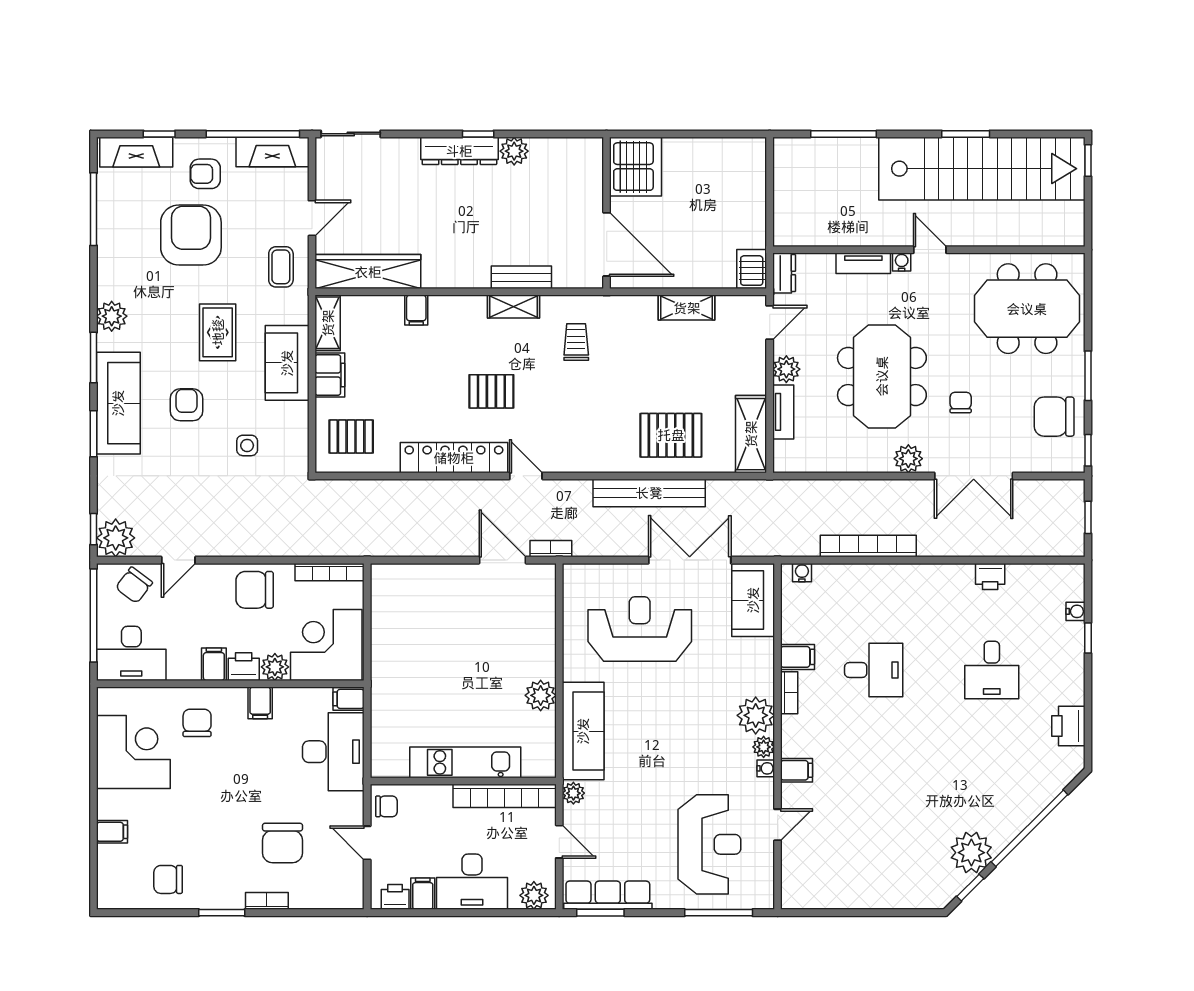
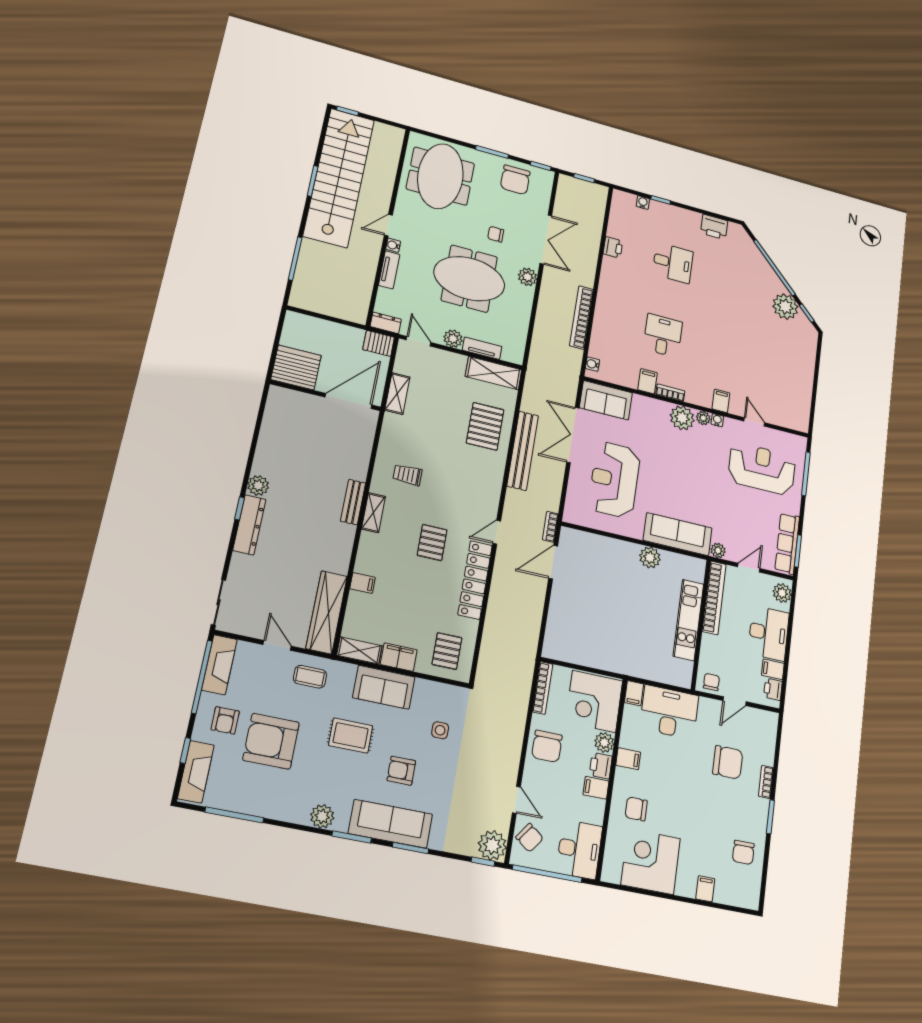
server rack: (635, 167) -> (296, 367), moved
wall: (607, 213) -> (326, 395), moved
door: (607, 244) -> (348, 401), moved

